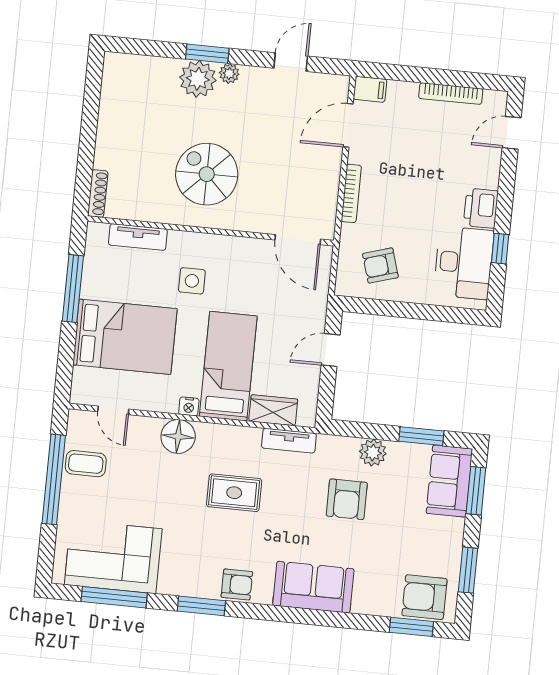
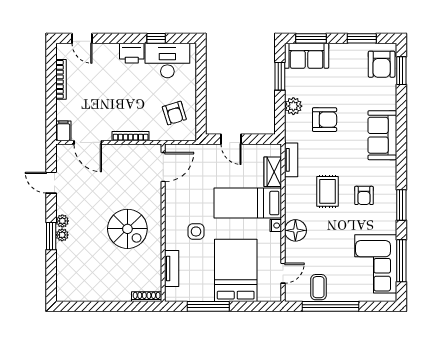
plant: (198, 79) -> (62, 235), width x0.53, depth x0.53
spiral stairs: (207, 174) -> (127, 229), turned -90
armchair: (237, 585) -> (364, 195), moved, turned 180

